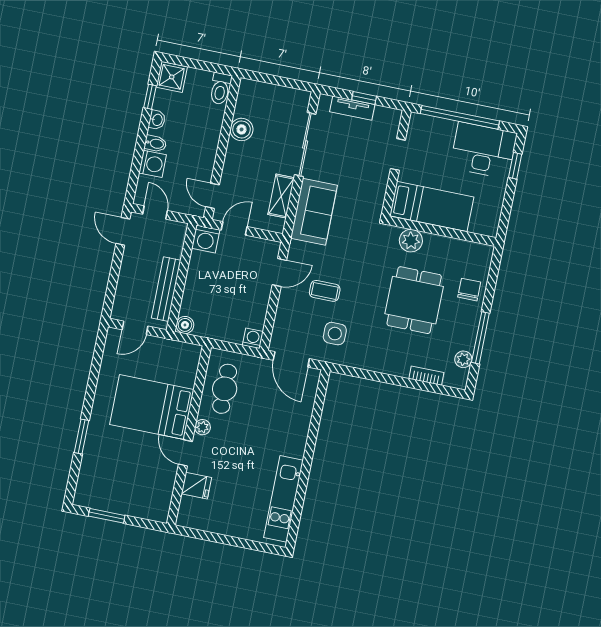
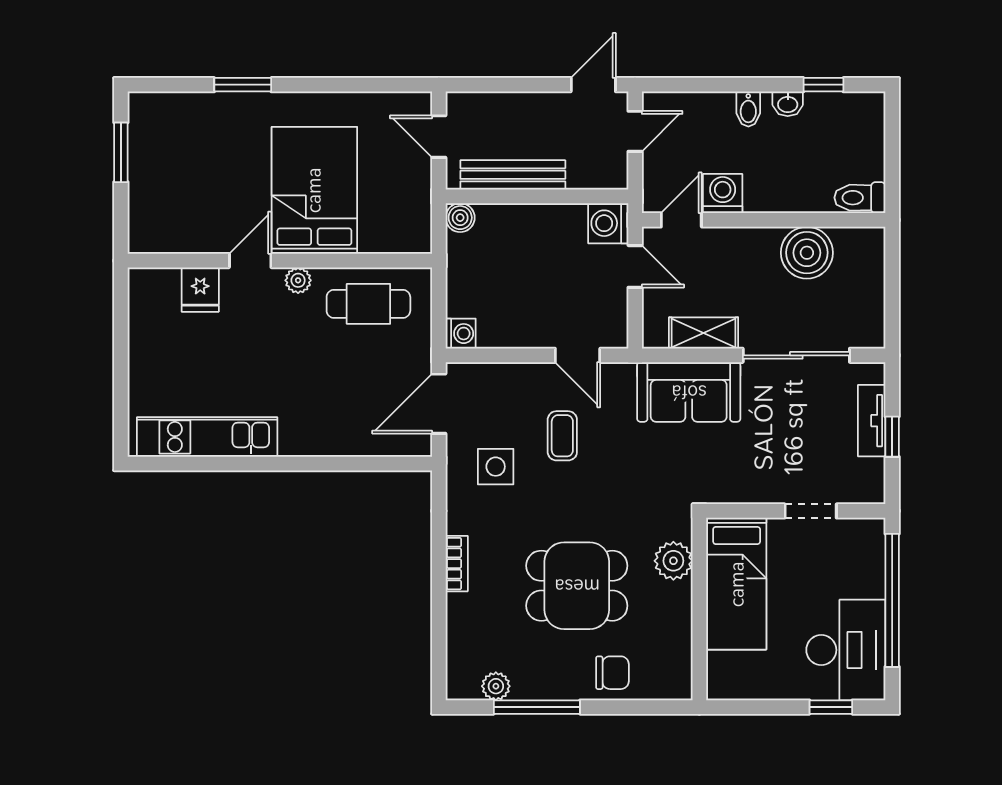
shower: (172, 77) -> (863, 114), removed
boiler: (241, 129) -> (807, 253), width x1.37, depth x1.37
washing machine: (153, 164) -> (723, 194), moved, turned 180
bookcase: (426, 376) -> (457, 564), moved

